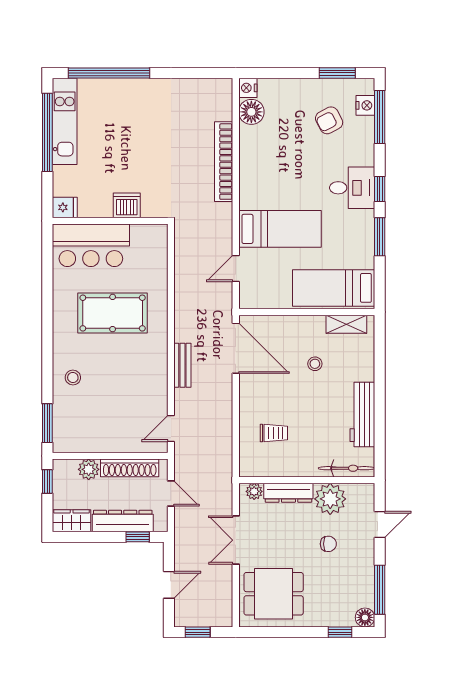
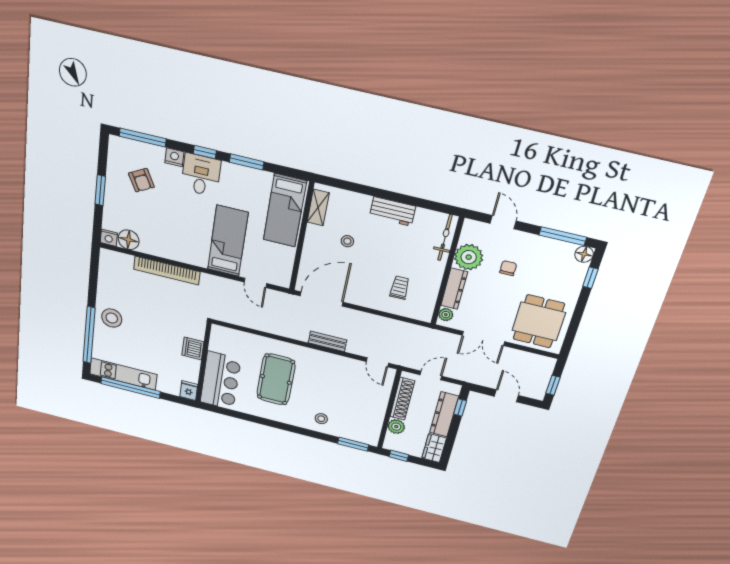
window: (337, 73) -> (100, 190), moved
stool: (141, 100) -> (112, 318), added
nightstand: (365, 105) -> (174, 157), moved
workbench: (362, 414) -> (393, 211), width x0.73

